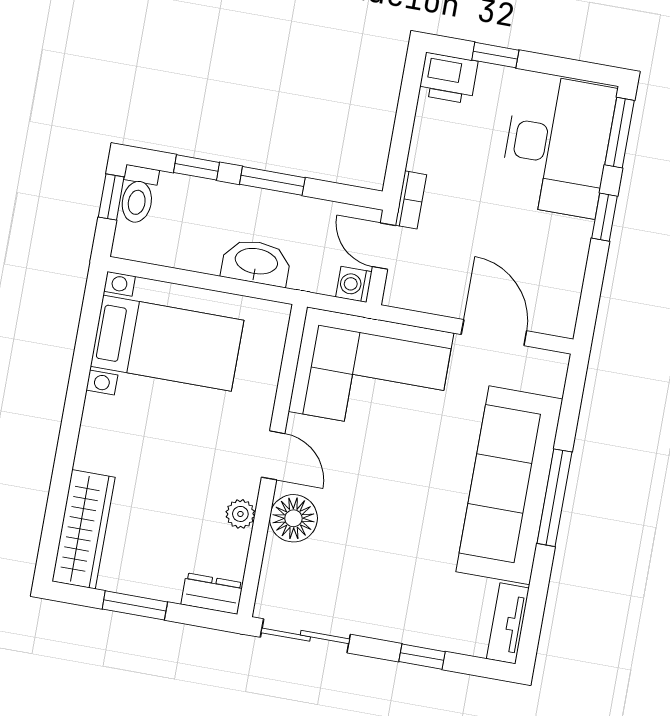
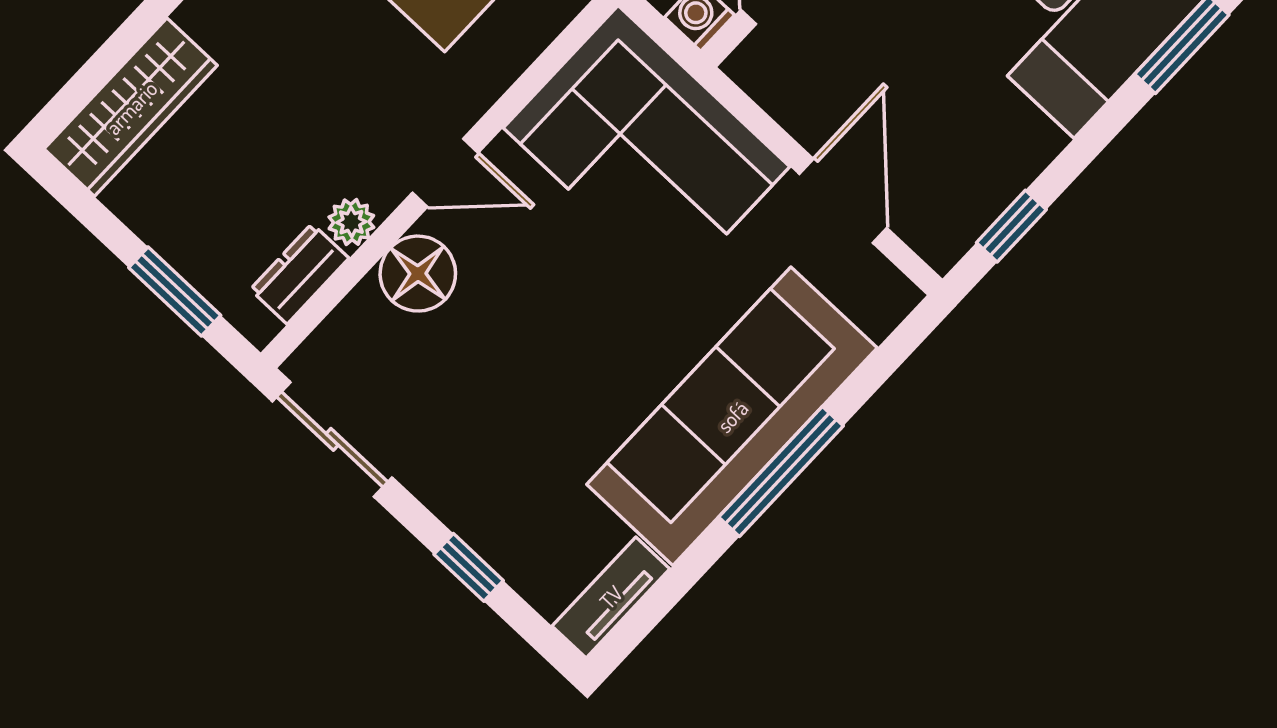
window: (604, 217) -> (1011, 226), moved
door: (273, 455) -> (445, 173), hinge flipped
dresser: (212, 594) -> (300, 274), moved, turned -90
window: (135, 605) -> (175, 292), moved

